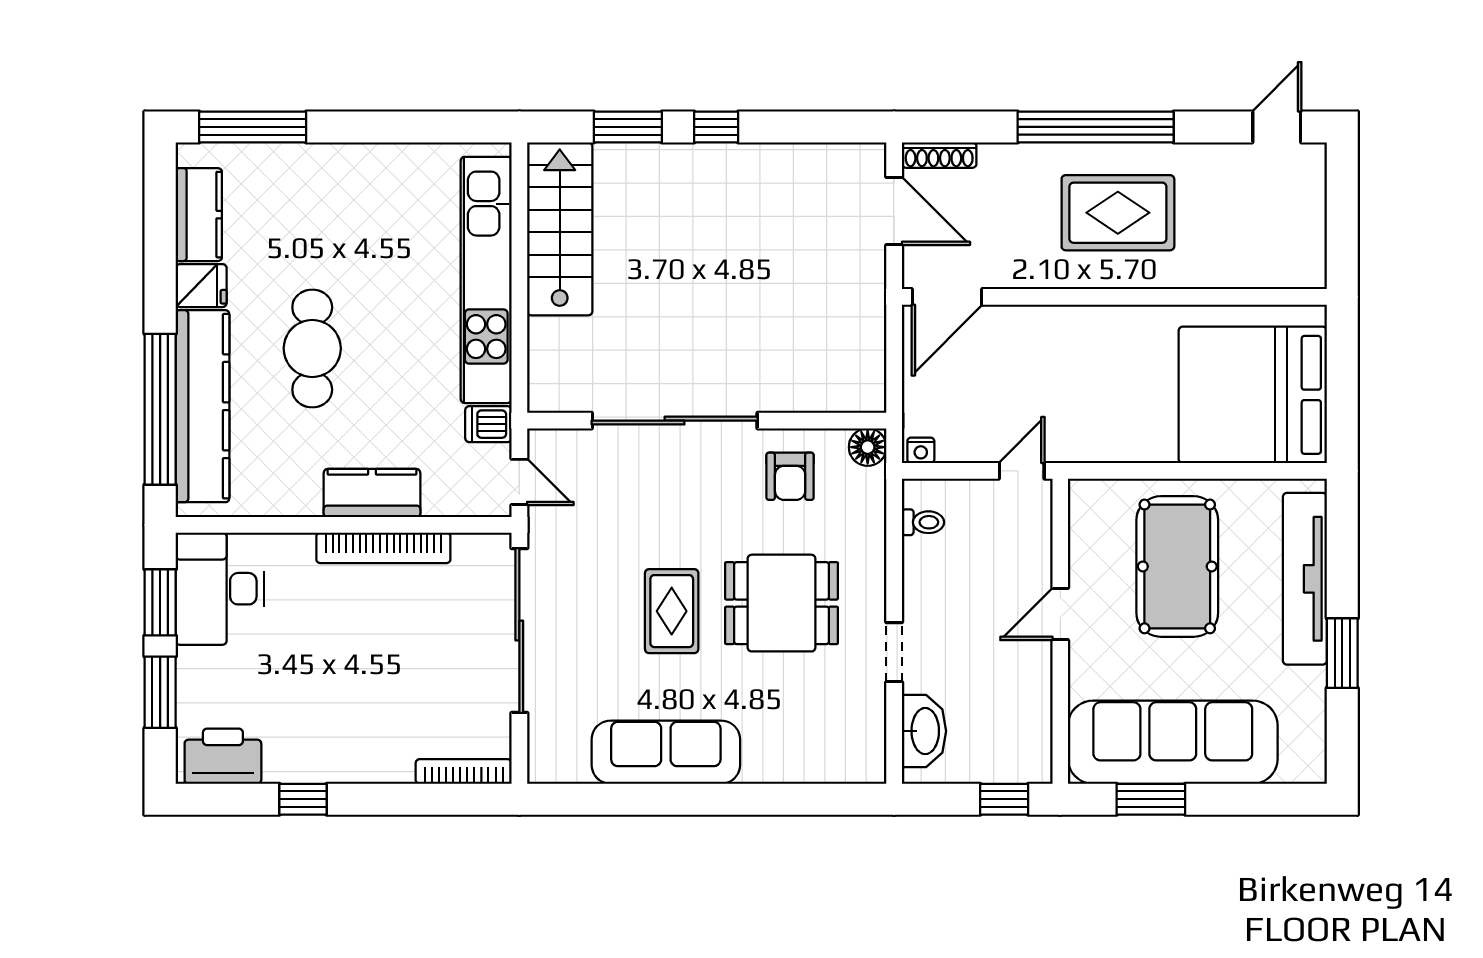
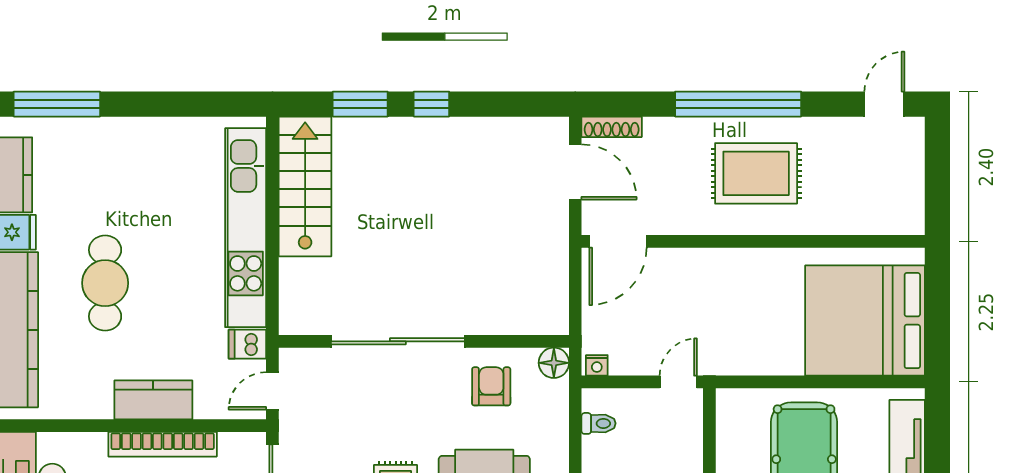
armchair: (790, 476) -> (491, 386), turned 180
door: (519, 482) -> (272, 391), swing flipped

